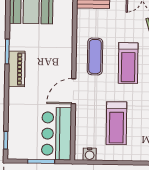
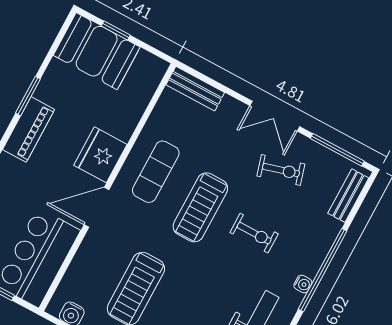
fridge: (61, 63) -> (100, 155), added

